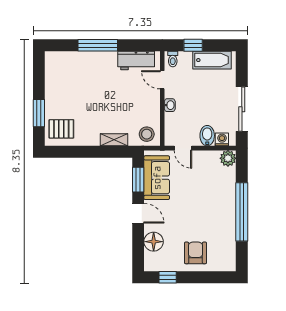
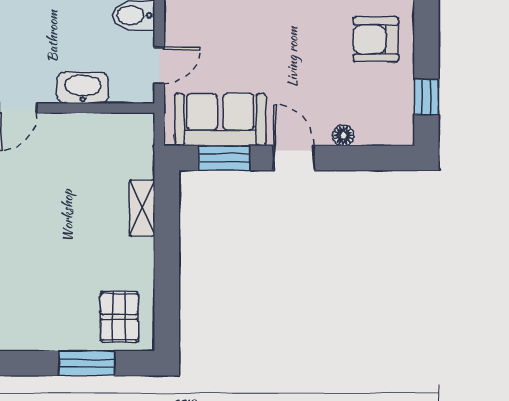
washbasin: (170, 105) -> (83, 88), width x1.91, depth x1.45
stool: (147, 134) -> (130, 140), removed
door: (138, 213) -> (294, 158), hinge flipped
floor lamp: (154, 242) -> (343, 135), width x0.53, depth x0.53

